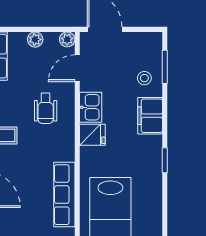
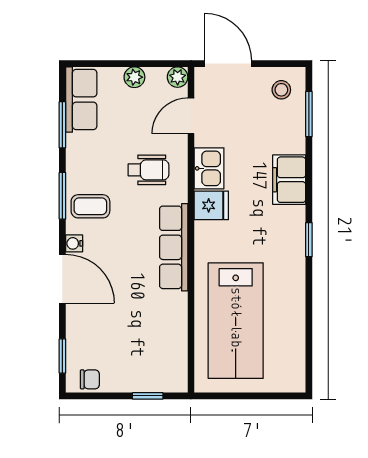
stool: (144, 78) -> (281, 90), moved
wheelchair: (46, 108) -> (149, 170), turned -90
row of seats: (64, 195) -> (174, 247), moved

